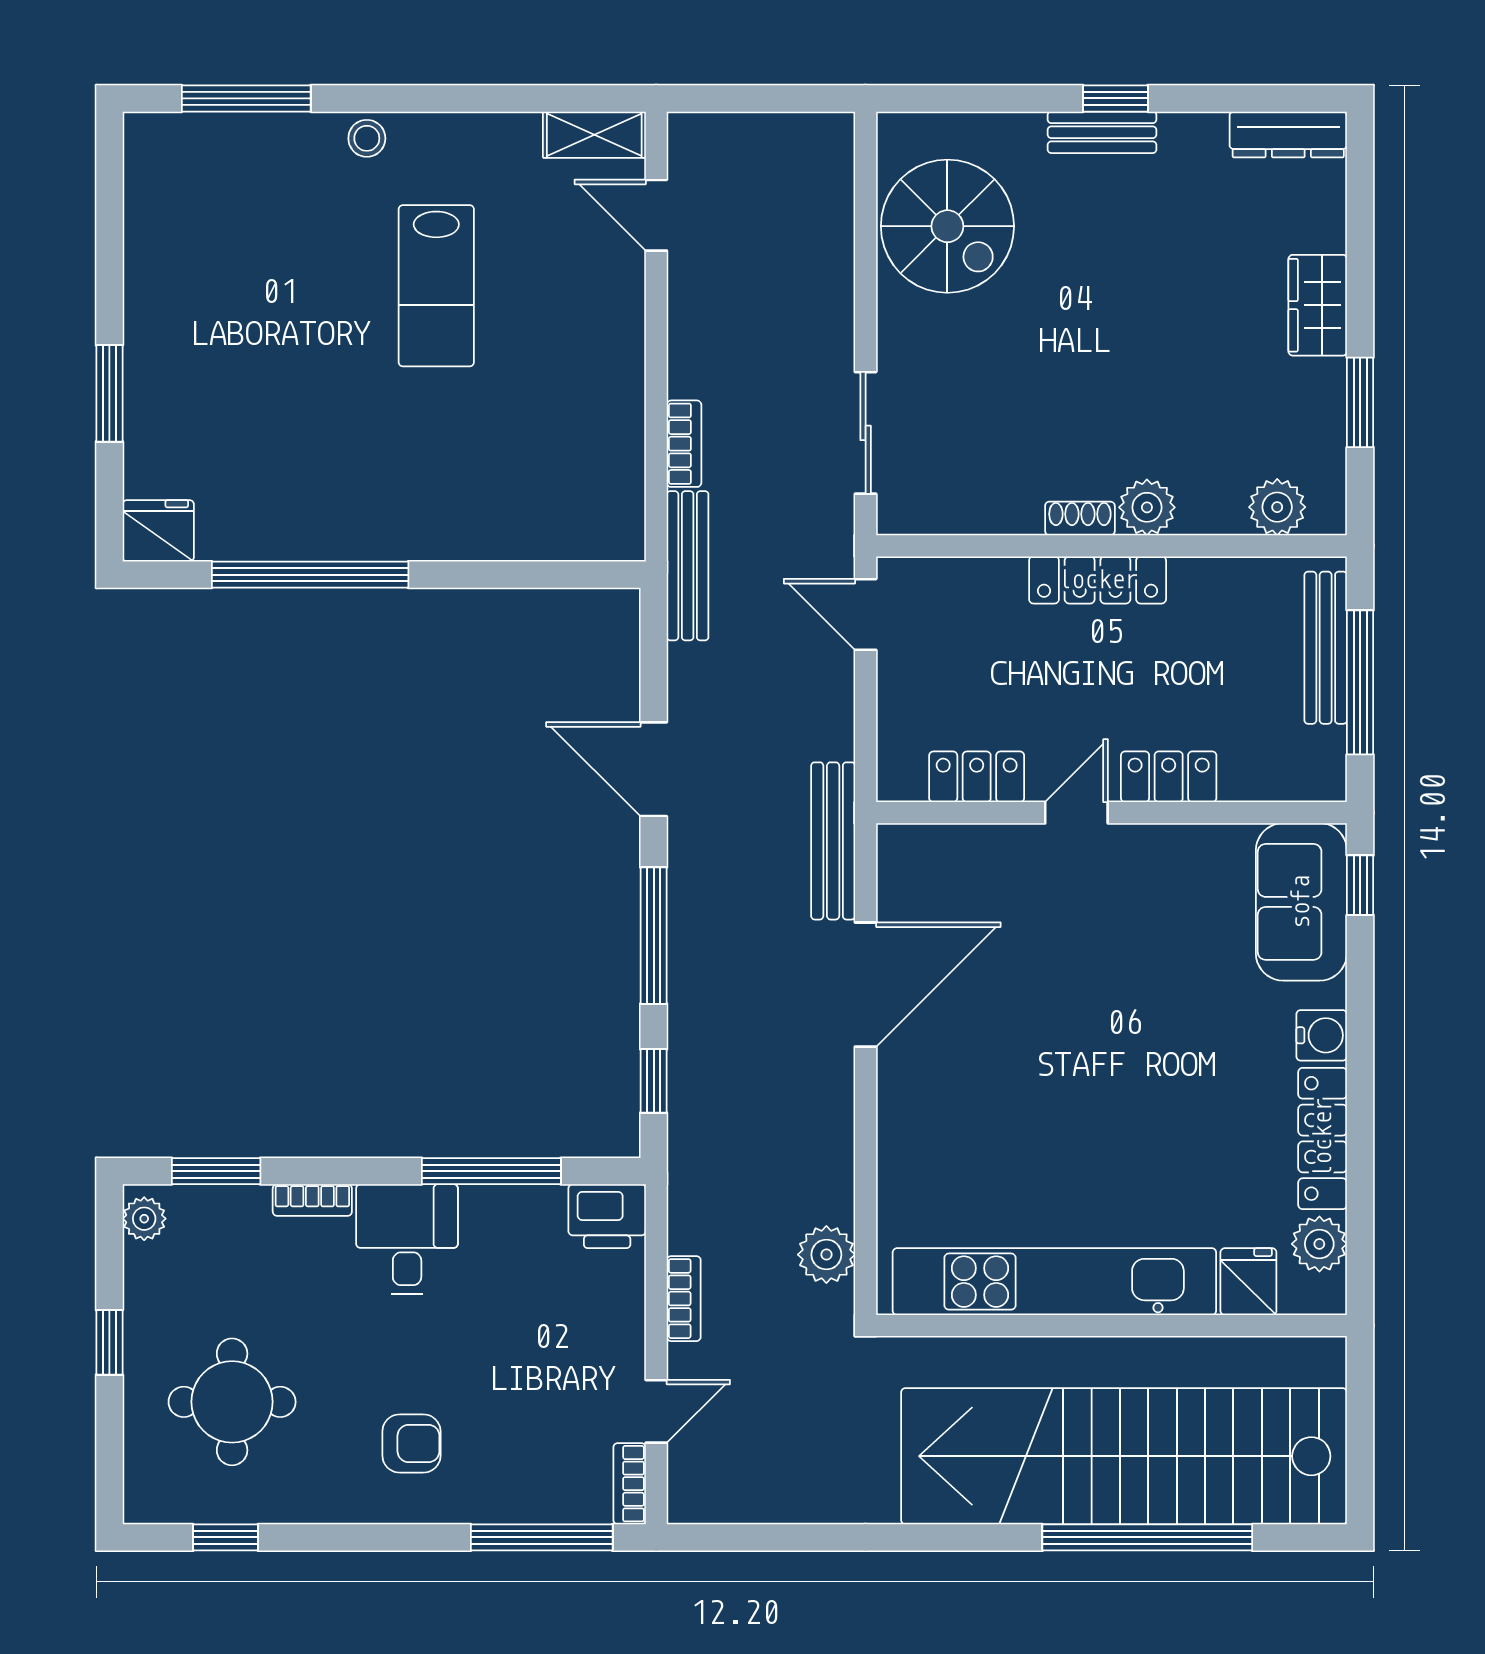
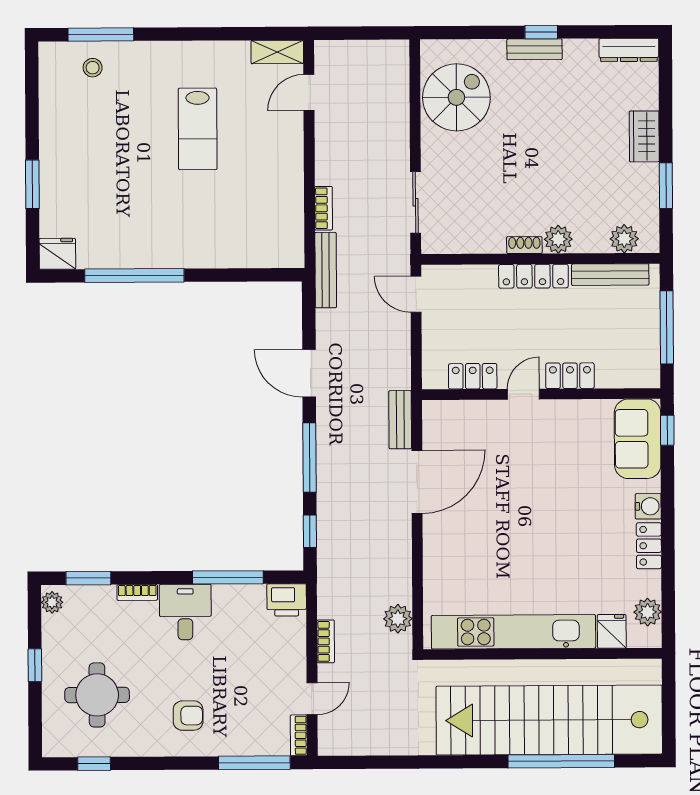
stool: (367, 138) -> (93, 68), moved
door: (656, 215) -> (309, 93), hinge flipped
spiral stairs: (947, 226) -> (456, 97), turned -90
bench: (1326, 648) -> (610, 275), moved, turned 90
bench: (833, 841) -> (400, 420), width x0.73
locker: (1323, 1138) -> (649, 546), width x0.66

